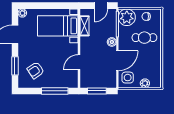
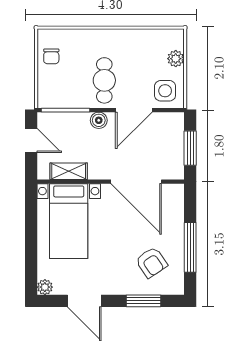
plant: (127, 17) -> (53, 92), removed
cafe table: (144, 38) -> (104, 80), moved
door: (117, 61) -> (134, 110), swing flipped
door: (79, 62) -> (136, 182), width x1.88
window: (55, 91) -> (190, 247), moved

